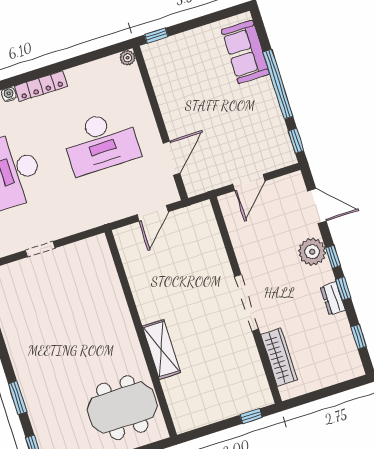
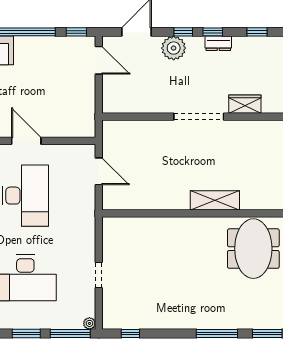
door: (172, 158) -> (26, 141), moved
door: (249, 183) -> (99, 60), moved
wardrobe: (279, 357) -> (245, 104), width x0.67
window: (18, 398) -> (217, 334), width x1.44

